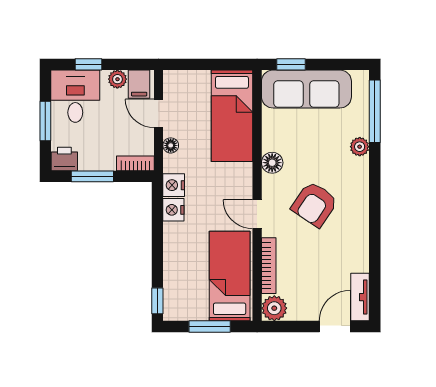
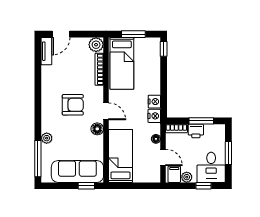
printer: (64, 159) -> (196, 131), moved
armchair: (315, 204) -> (73, 105), turned 56
door: (257, 214) -> (106, 111), moved

